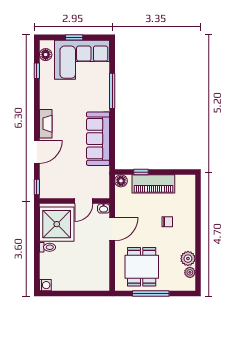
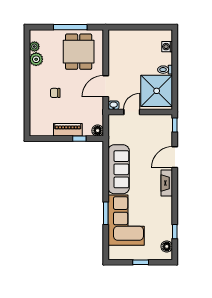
corner sofa: (82, 60) -> (126, 220), moved, turned 90
window: (112, 91) -> (106, 213), width x0.69
piano: (153, 184) -> (68, 130), width x0.73, depth x0.75
washing machine: (45, 285) -> (167, 47), moved

